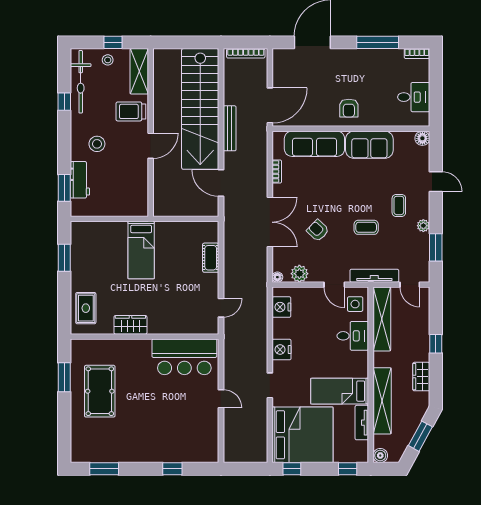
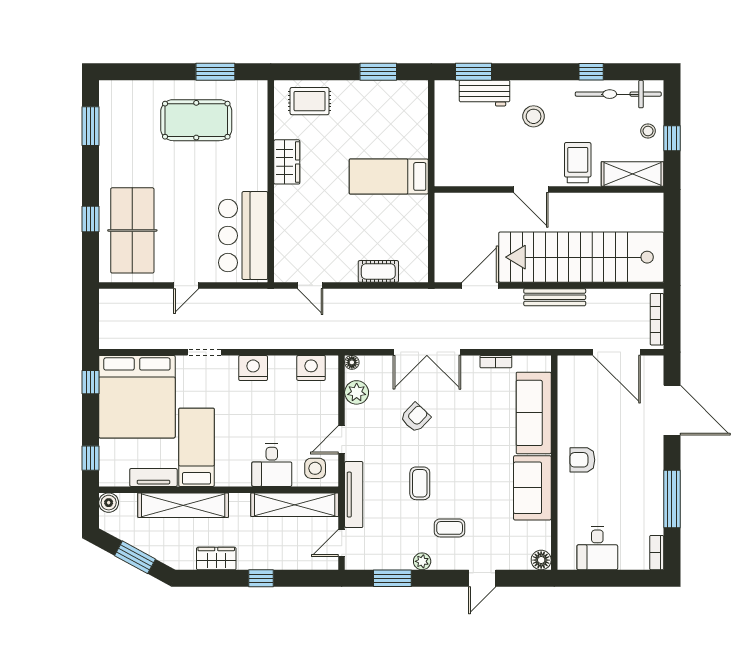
door: (270, 105) -> (617, 352), moved
table tennis table: (181, 438) -> (132, 230), added

